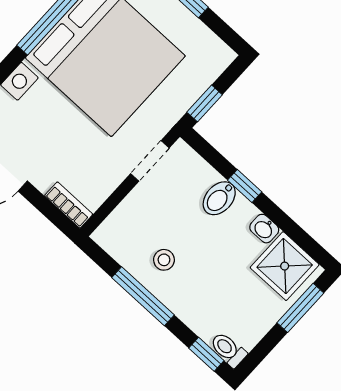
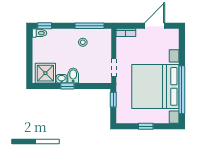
window: (245, 186) -> (67, 86), moved
bidet: (219, 198) -> (73, 75), moved
window: (143, 296) -> (89, 26), moved
window: (300, 308) -> (29, 65), removed

